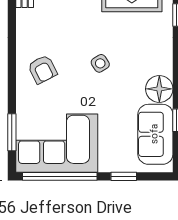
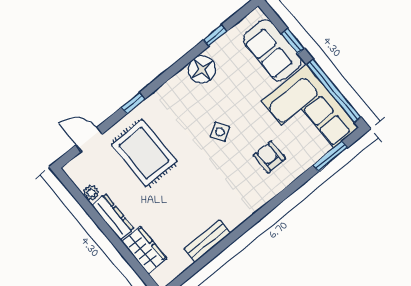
armchair: (42, 69) -> (269, 157), moved, turned -63
sofa: (155, 134) -> (272, 50), moved, turned 90

